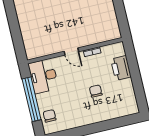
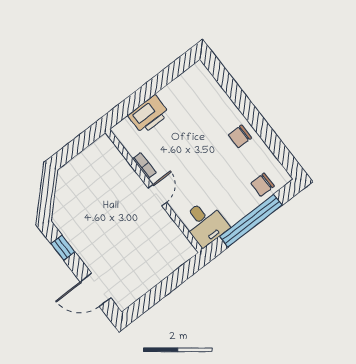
desk: (43, 76) -> (205, 223), width x0.73
chair: (96, 91) -> (240, 136), moved

